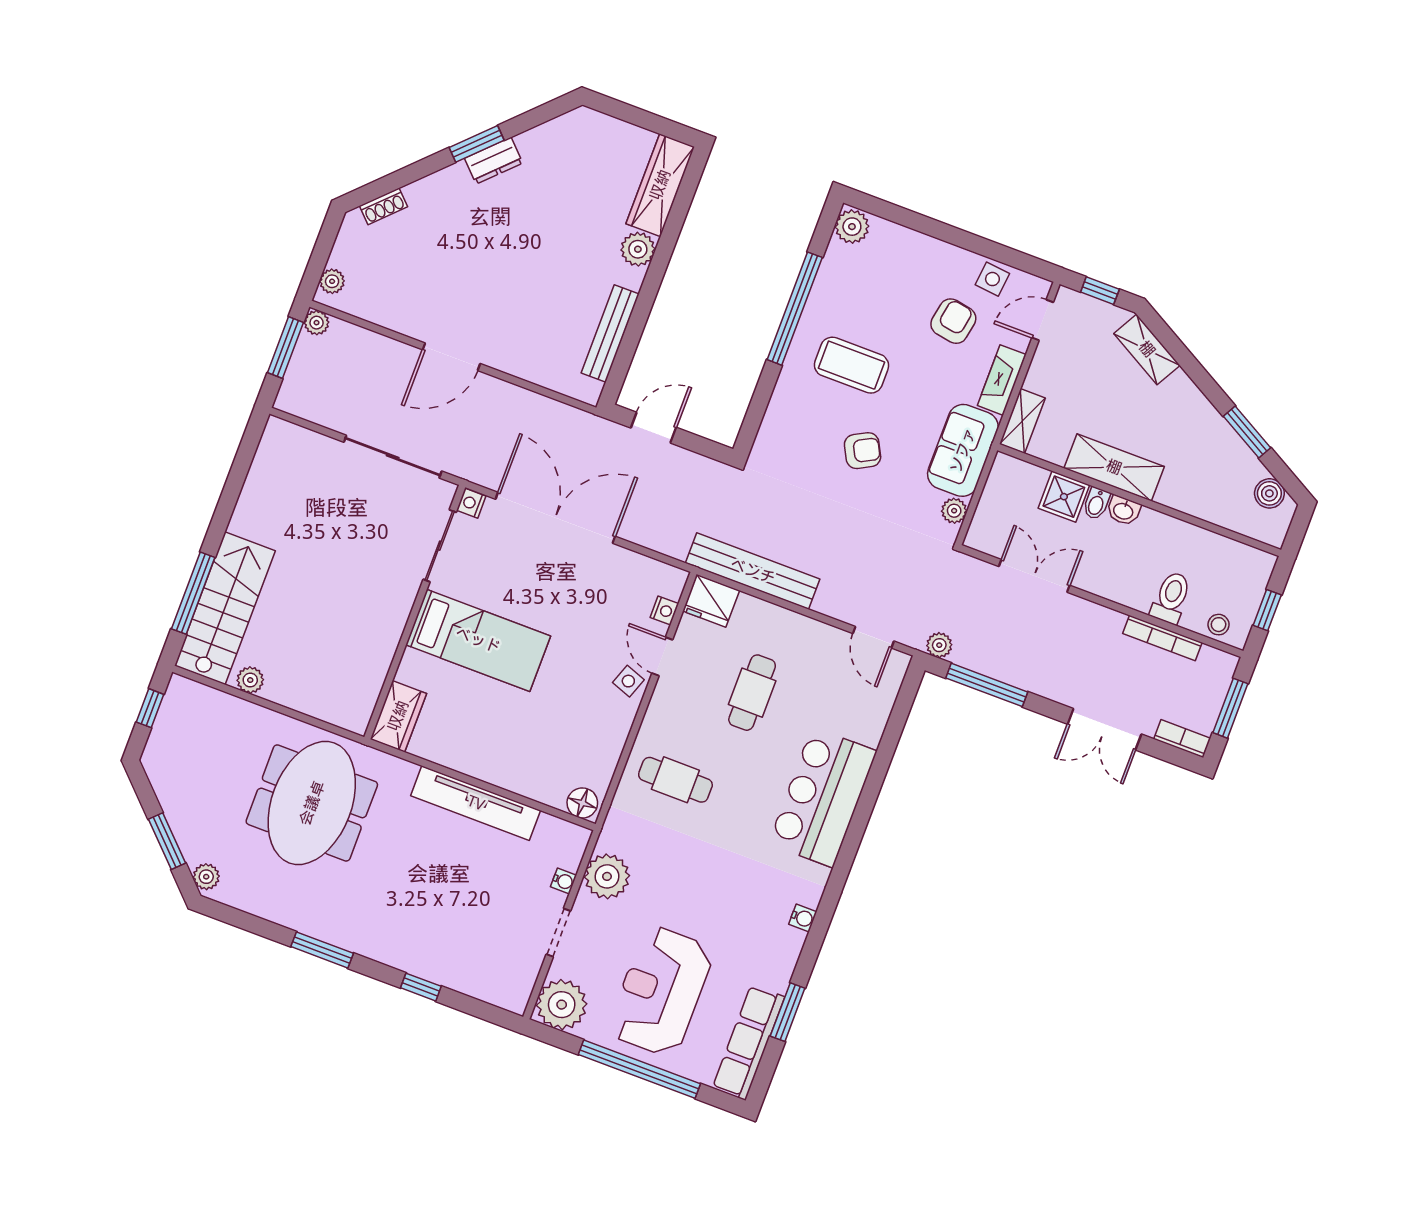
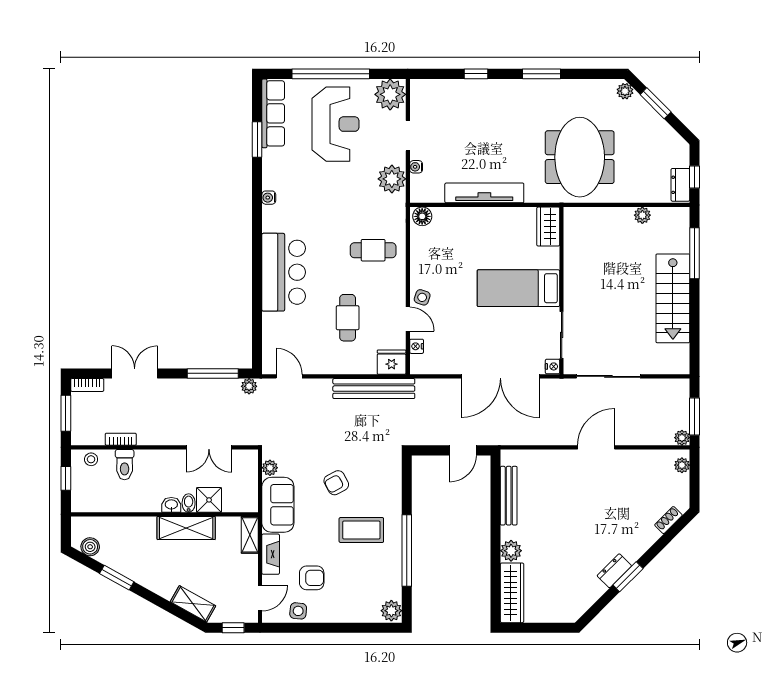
armchair: (953, 321) -> (312, 578), turned -100
stairs: (225, 608) -> (673, 298), moved
bookcase: (1162, 638) -> (121, 439), width x0.64
dresser: (176, 704) -> (680, 185), added

